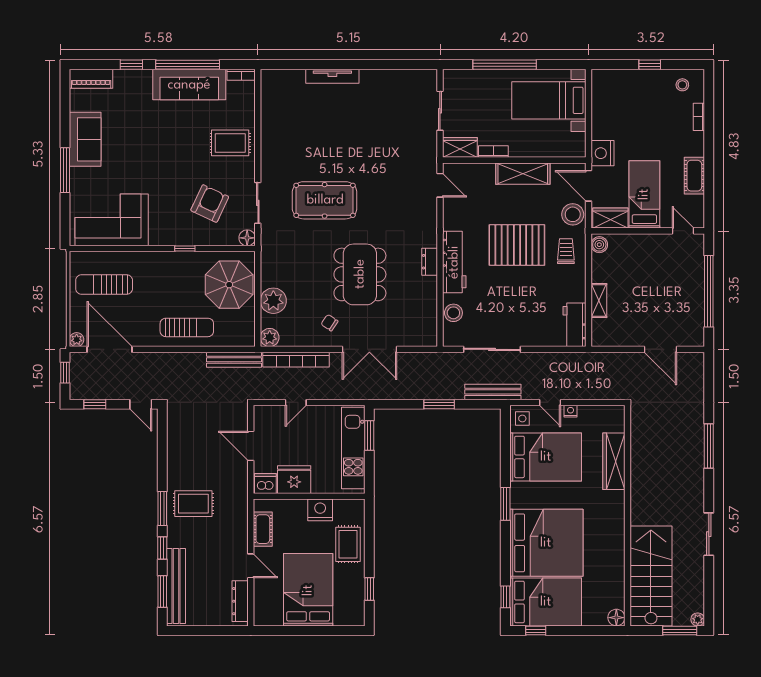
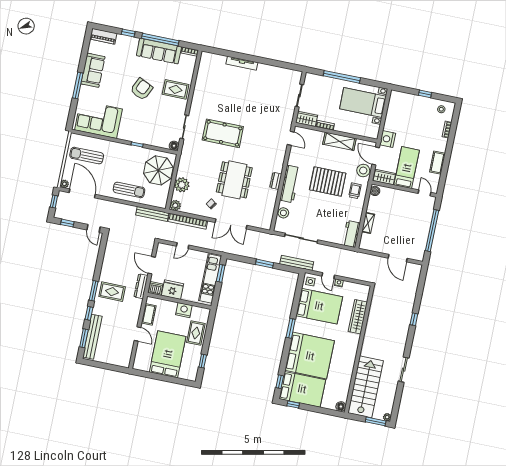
armchair: (210, 204) -> (142, 89), moved
window: (709, 446) -> (414, 319), width x0.46
dresser: (240, 601) -> (141, 286), moved

